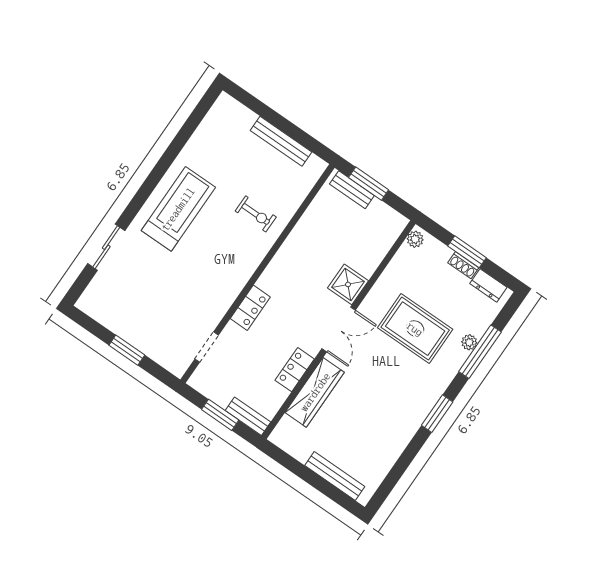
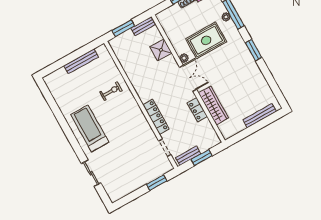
bench: (352, 190) -> (143, 26), moved
plant: (415, 239) -> (184, 58), moved
shower: (348, 284) -> (161, 50), moved
locker: (250, 308) -> (156, 117), width x1.53
window: (127, 350) -> (157, 183), moved
bench: (248, 416) -> (188, 156), moved

